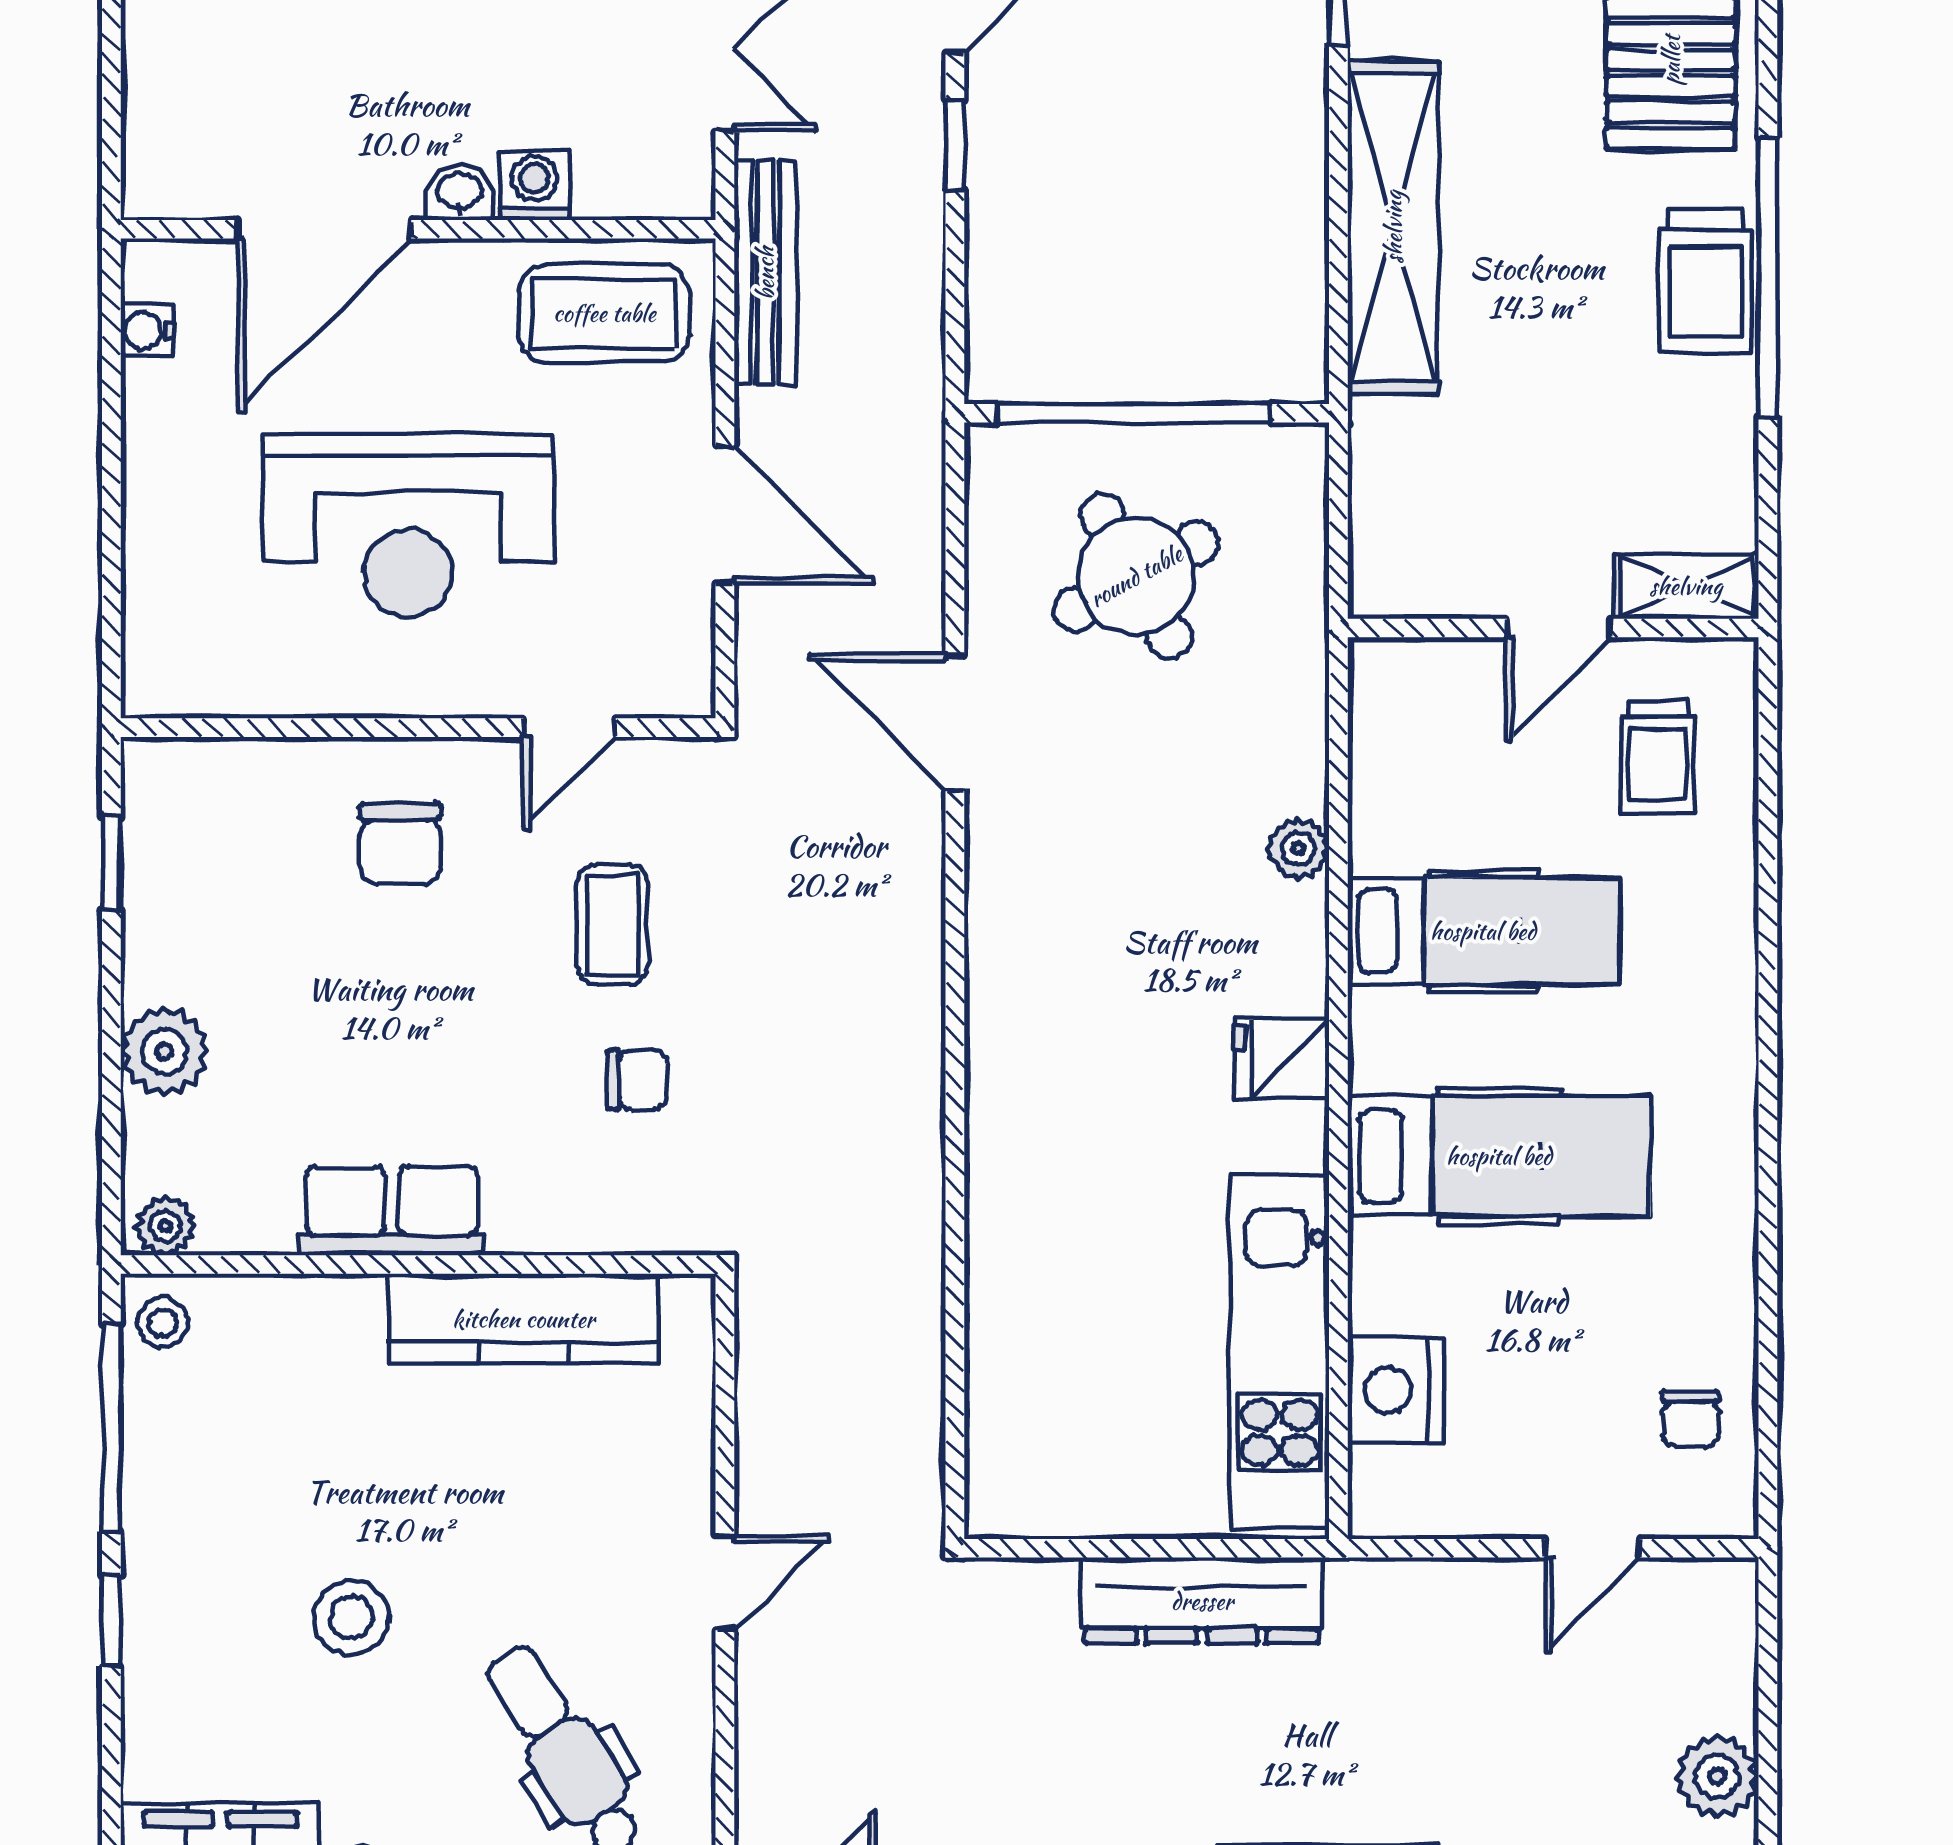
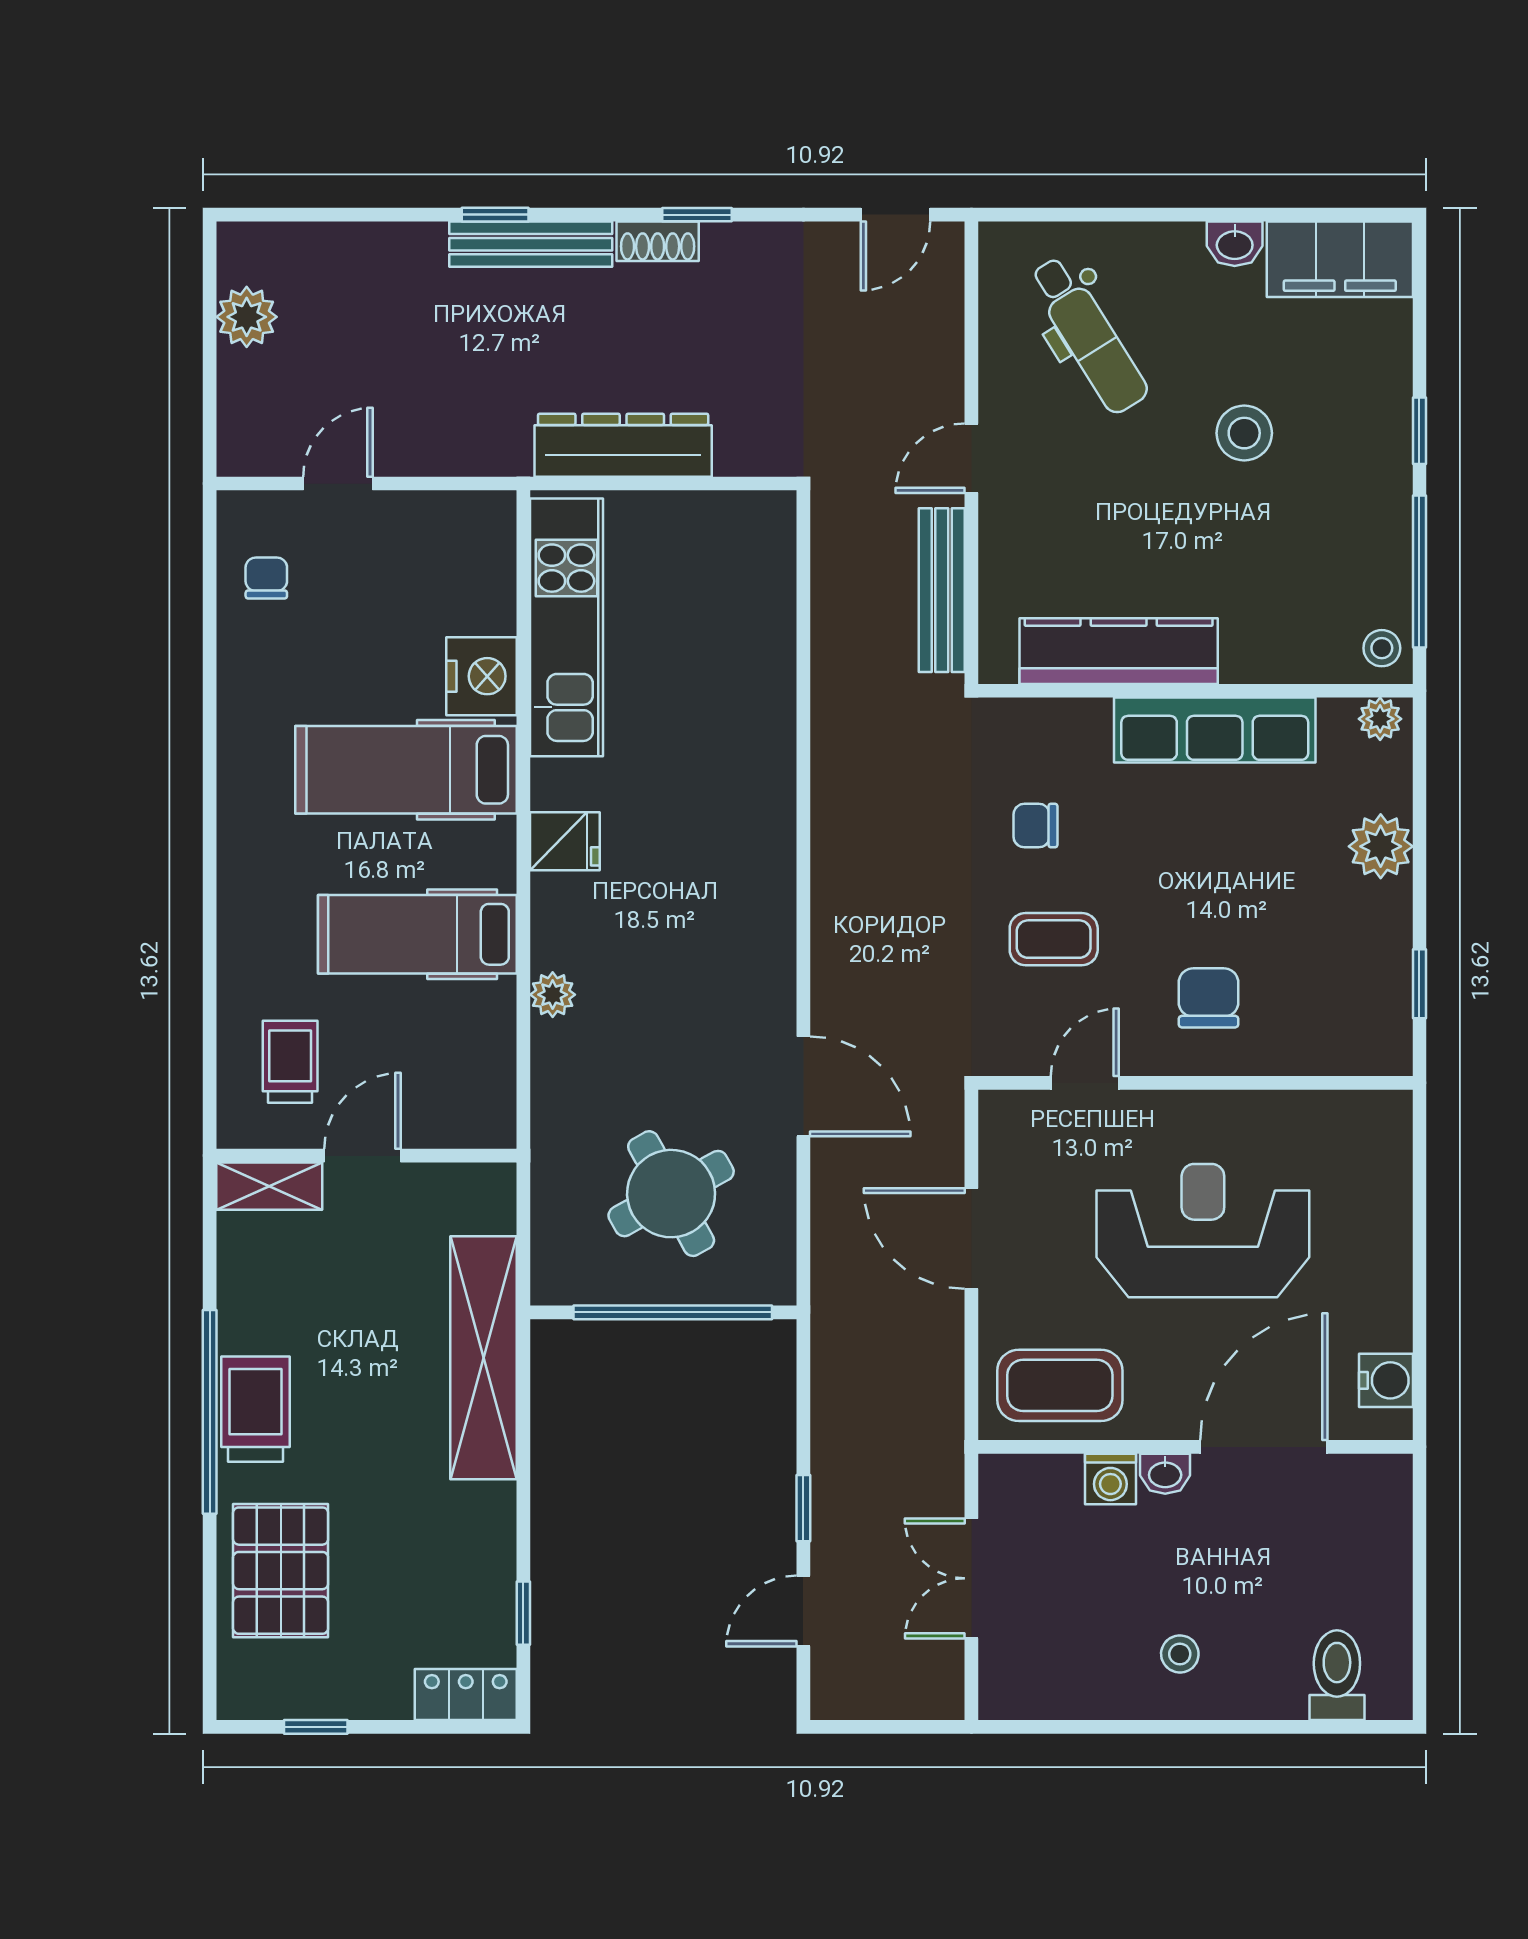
shelving: (1393, 227) -> (483, 1358), moved
bench: (765, 273) -> (942, 590), moved
water cooler: (147, 330) -> (1386, 1380), width x1.38, depth x1.38
coffee table: (612, 924) -> (1054, 939), turned 90
row of seats: (392, 1211) -> (1215, 730), width x1.48
nightstand: (1396, 1390) -> (482, 676), moved

